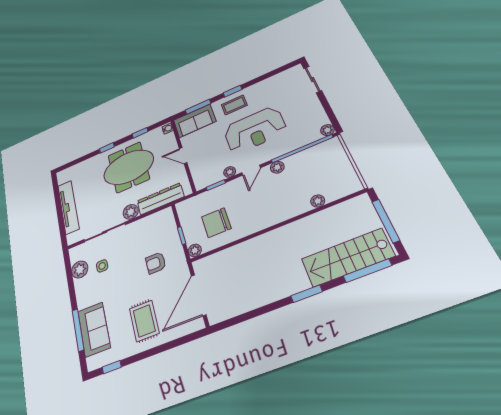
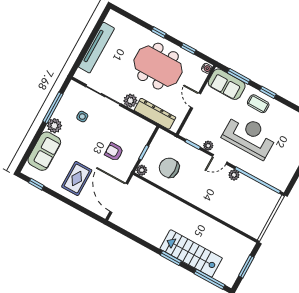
reception desk: (255, 130) -> (249, 136), turned 180
plant: (327, 130) -> (282, 186), removed
plant: (318, 201) -> (230, 219), removed
window: (386, 221) -> (246, 267), width x0.69
stairs: (347, 258) -> (191, 253), moved
plant: (80, 270) -> (54, 126), moved
door: (199, 295) -> (119, 198), hinge flipped
window: (78, 330) -> (53, 108), moved

